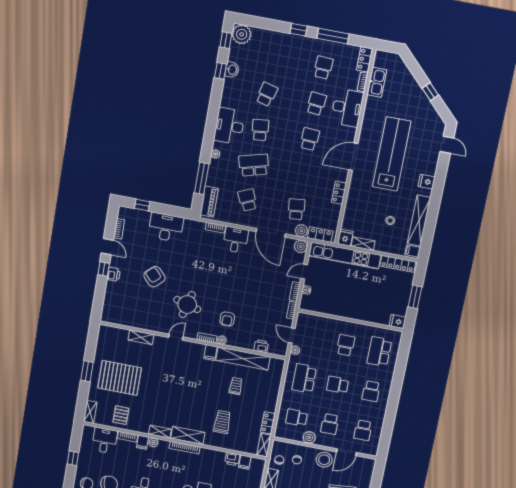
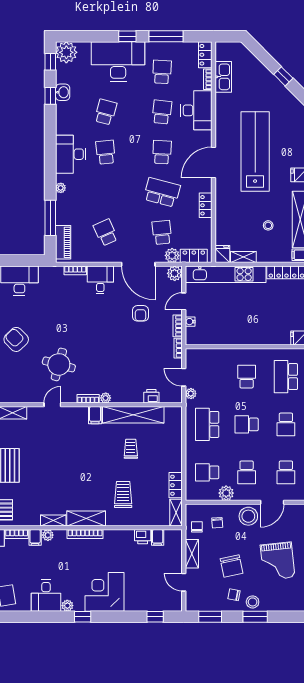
desk: (286, 51) -> (118, 62), added
school desk: (254, 165) -> (162, 192), moved, turned 30
armchair: (227, 319) -> (140, 313), moved

